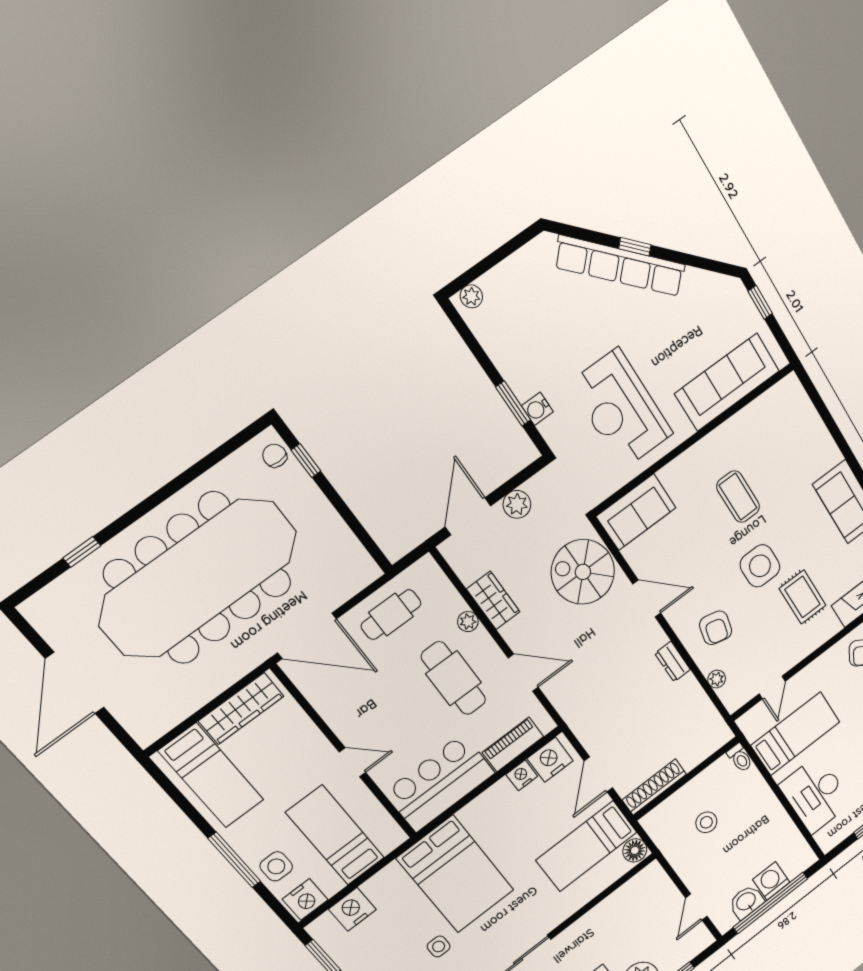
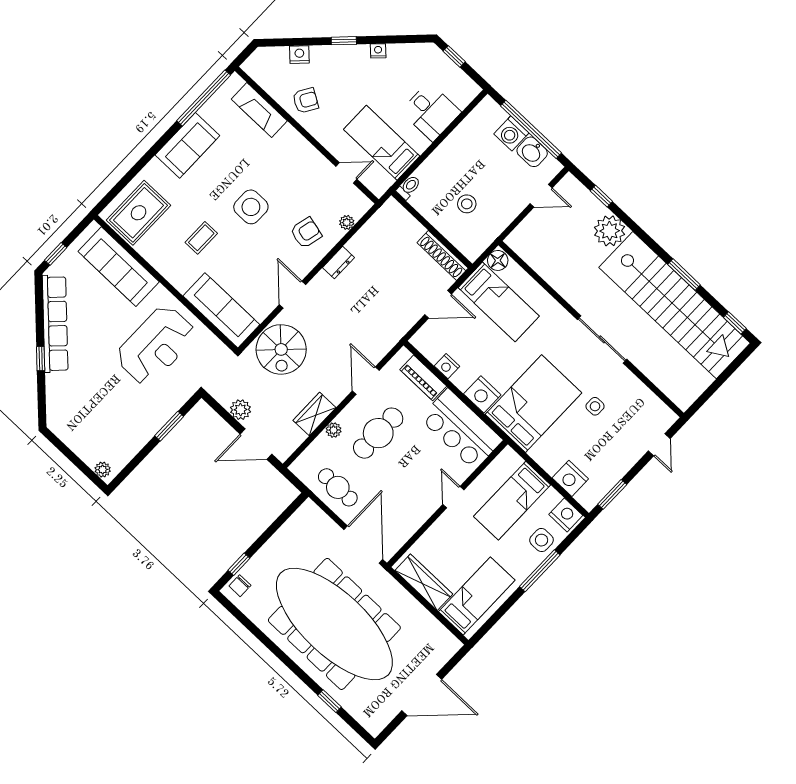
row of seats: (620, 266) -> (55, 324), moved
water cooler: (537, 409) -> (169, 408), removed
coffee table: (738, 497) -> (201, 238), width x0.73, depth x0.77
sofa: (636, 512) -> (221, 310), width x1.36
rug: (803, 597) -> (139, 213), moved, width x1.36, depth x1.43
nightstand: (550, 760) -> (482, 394), moved
desk: (815, 794) -> (431, 112), width x0.73

